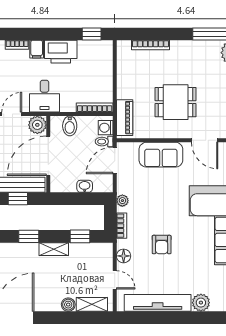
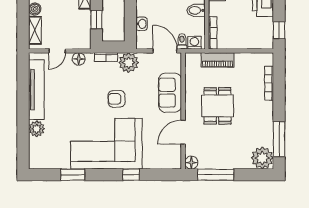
piano: (125, 118) -> (218, 60), moved
plant: (122, 201) -> (129, 63), width x1.88, depth x1.88
armchair: (162, 245) -> (117, 99), moved

